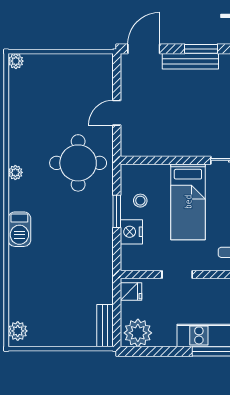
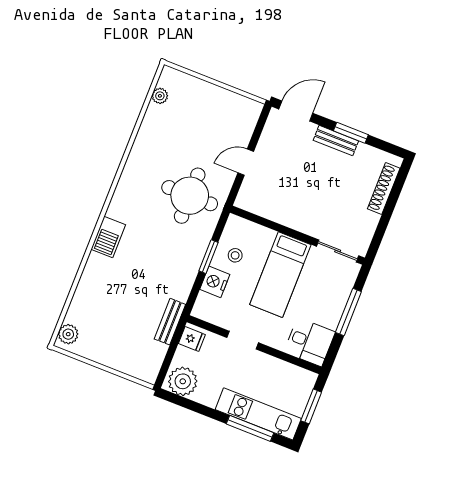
plant: (16, 61) -> (160, 96), moved
bench: (190, 61) -> (336, 141), width x0.73
plant: (15, 172) -> (126, 181), removed
bench: (105, 326) -> (170, 322), moved

